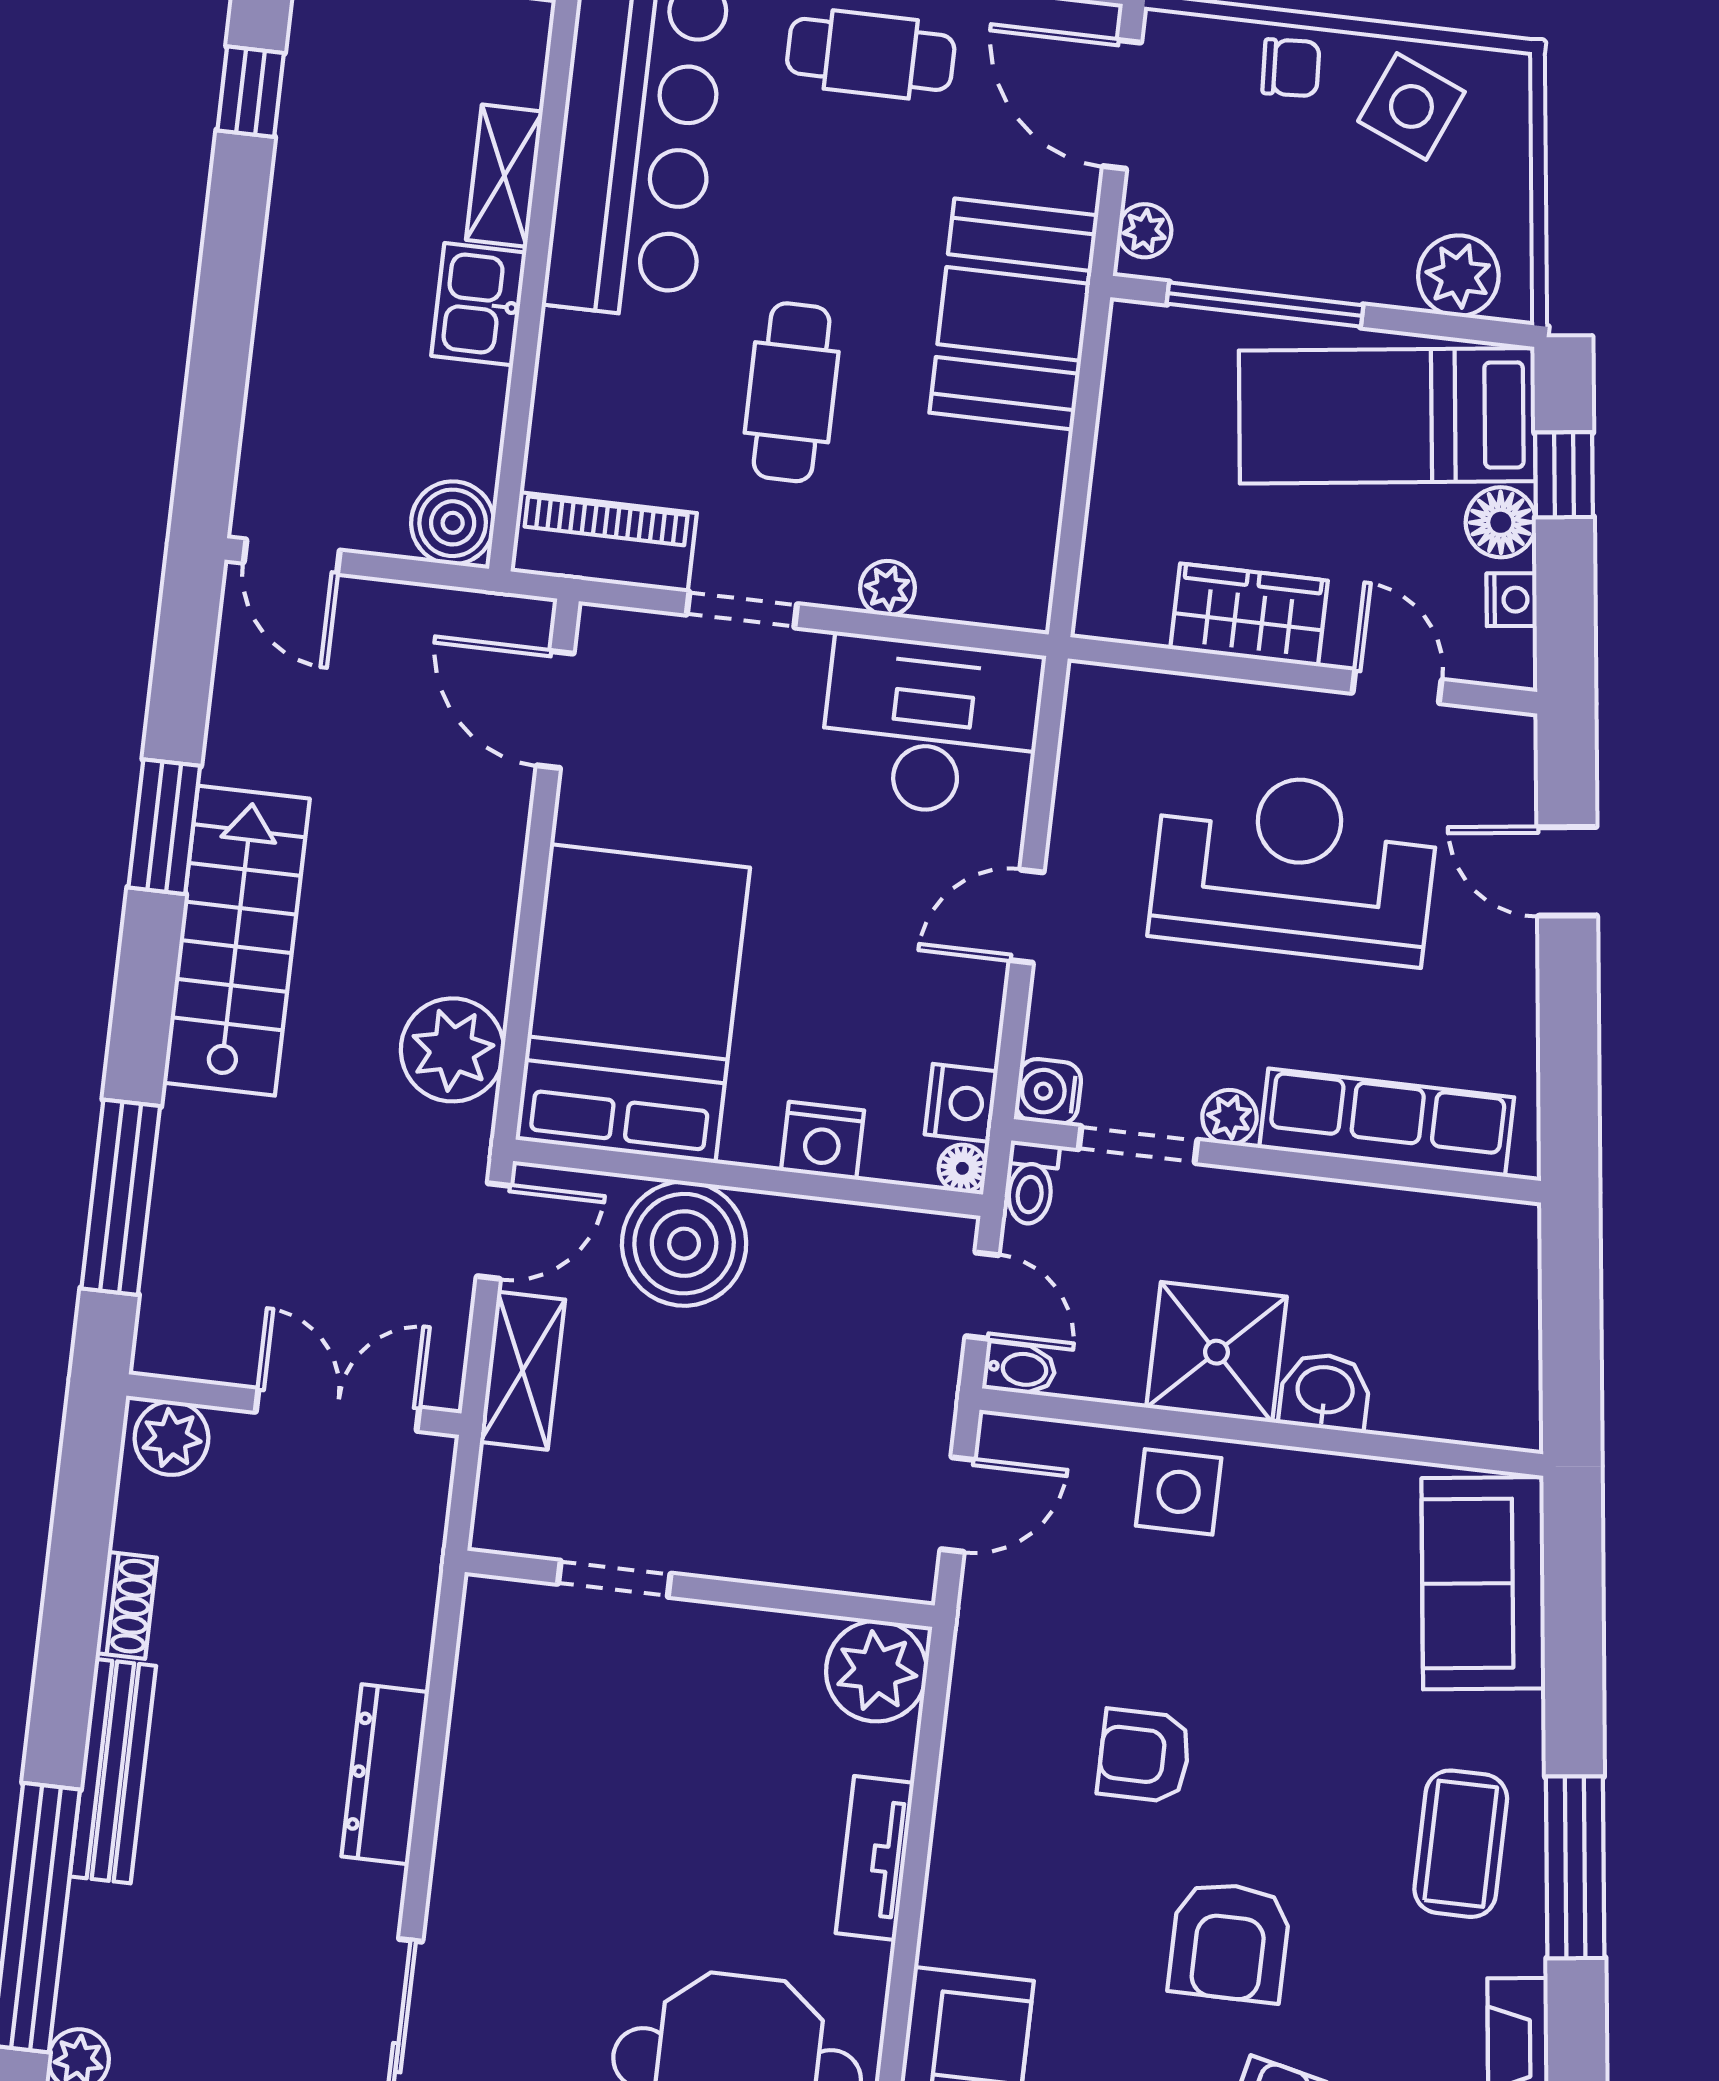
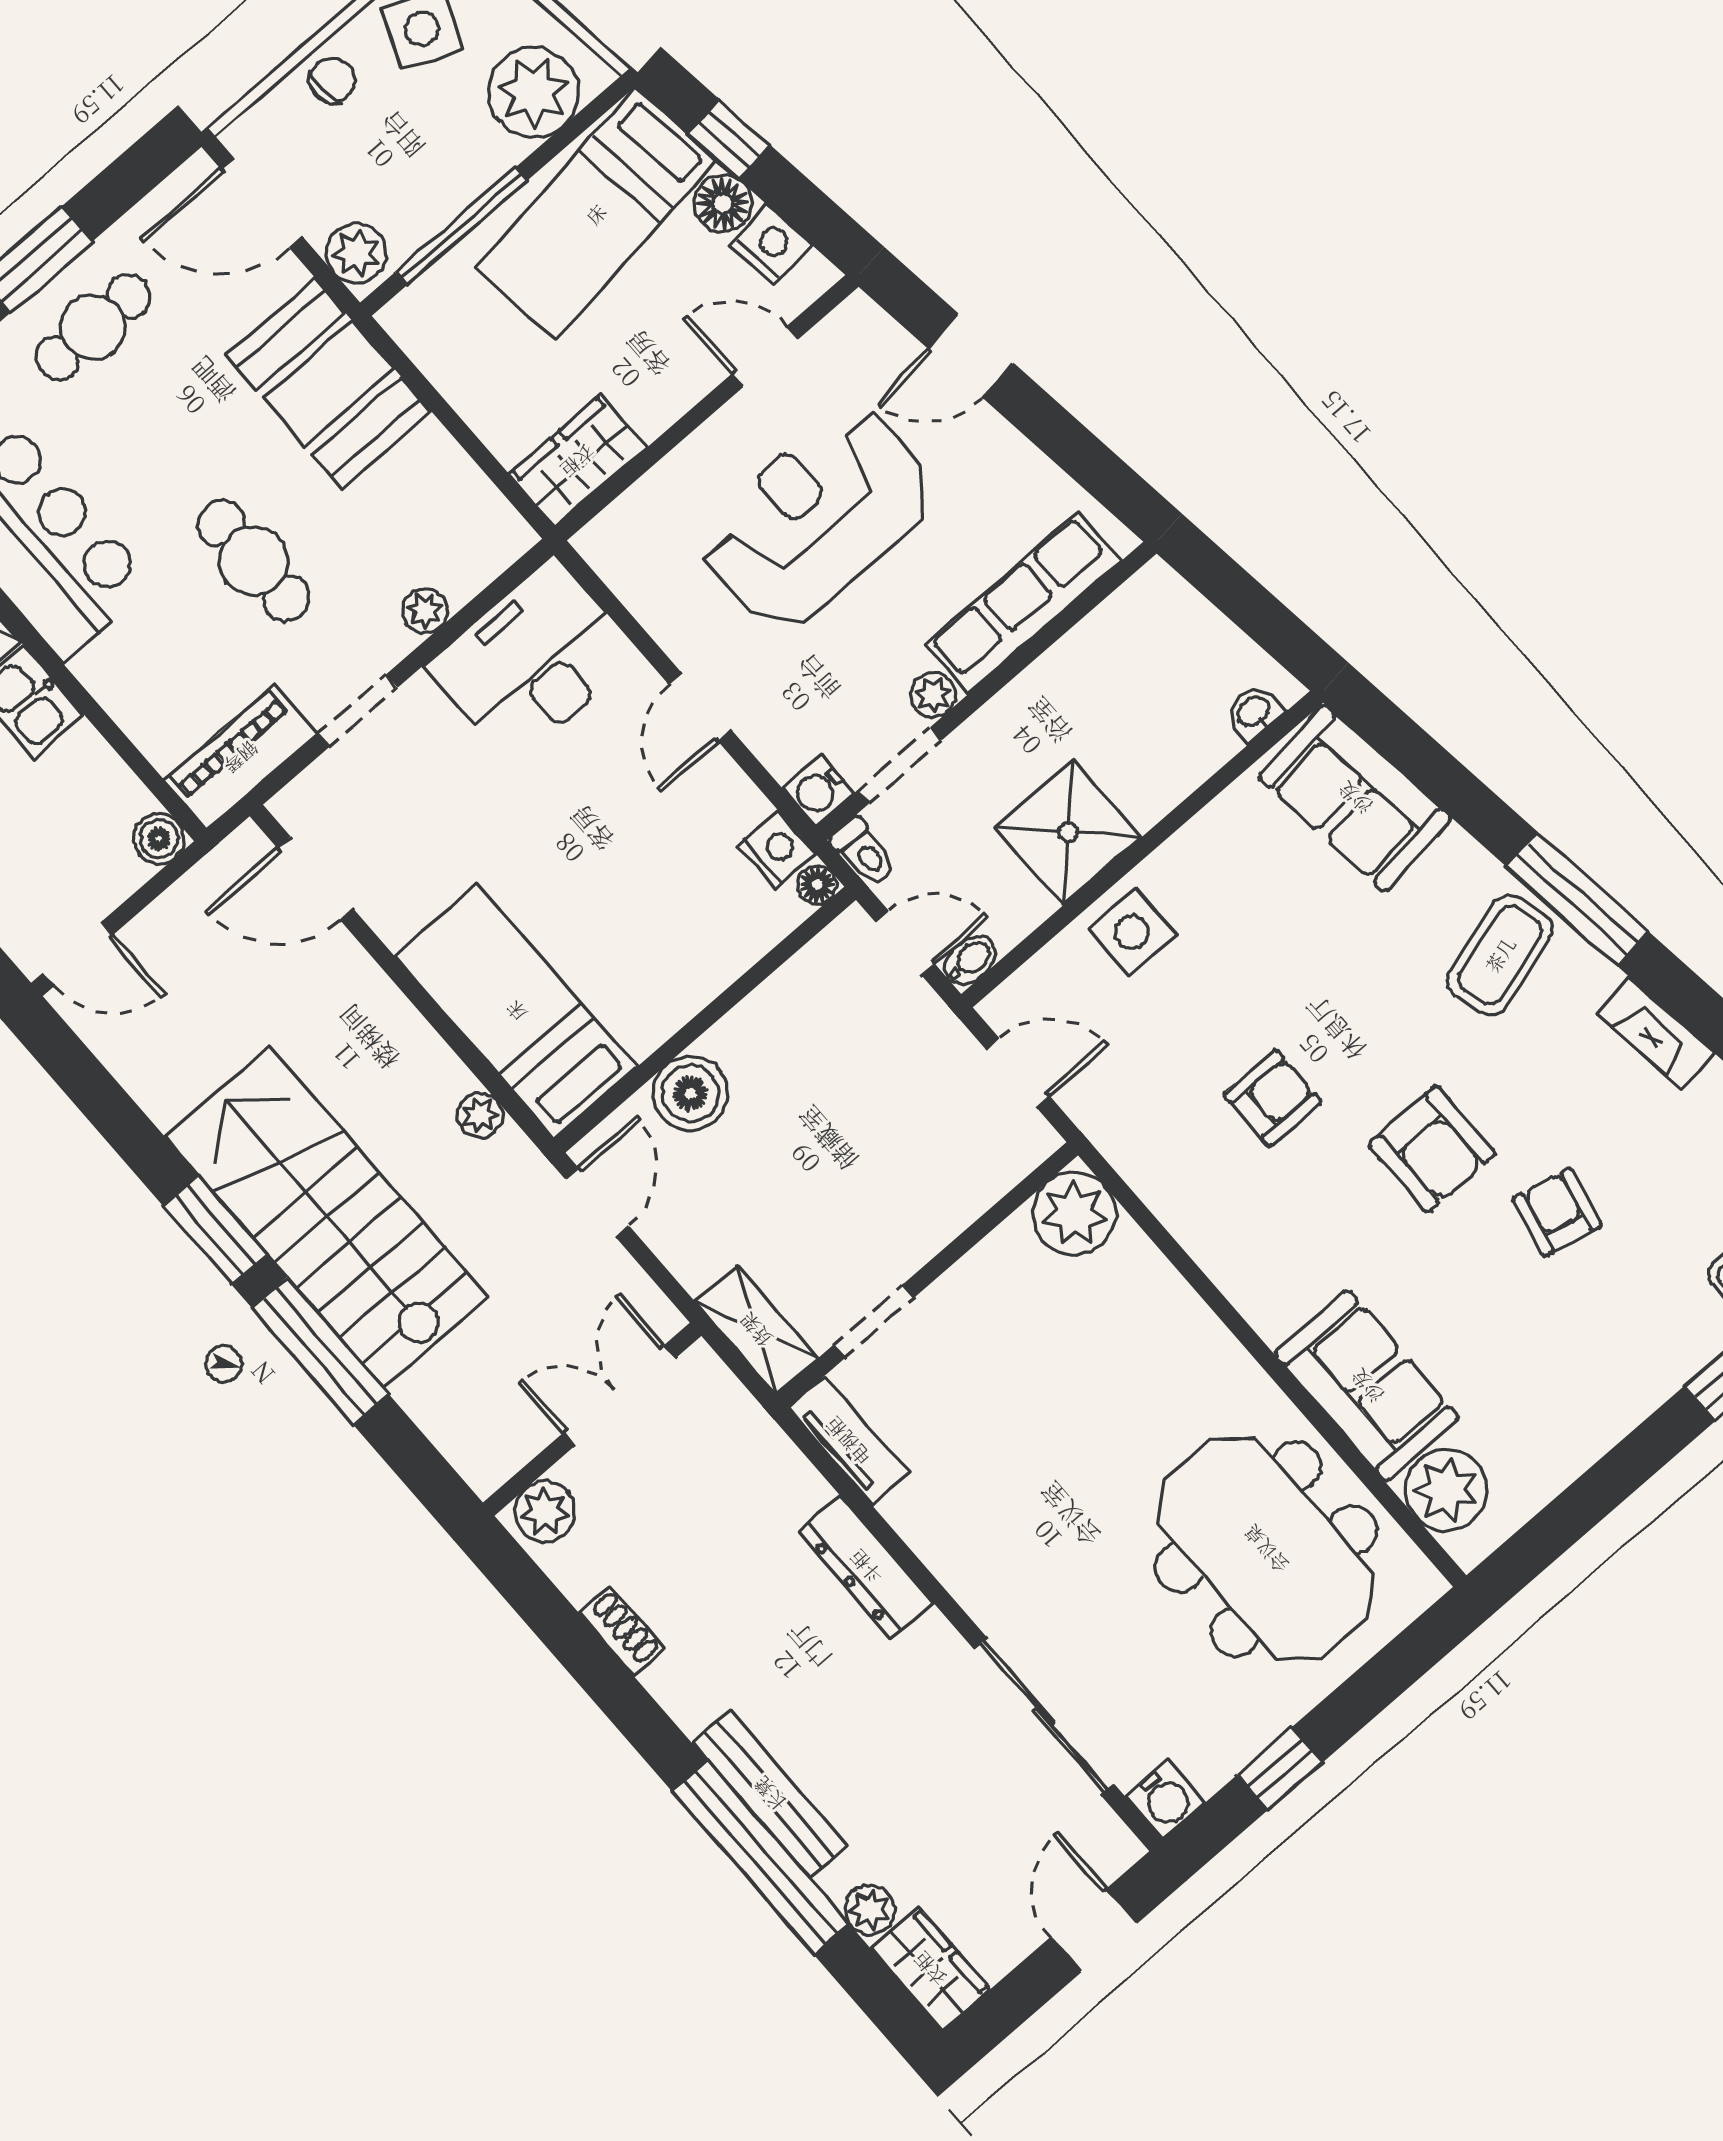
plant: (1145, 231) -> (357, 253), width x1.38, depth x1.38
plant: (1458, 276) -> (533, 92), width x1.36, depth x1.36
boiler: (453, 523) -> (159, 839), width x0.73, depth x0.73
nightstand: (1512, 600) -> (771, 245), width x1.39, depth x1.35
wardrobe: (1249, 615) -> (578, 461), moved
window: (164, 827) -> (215, 1230), moved
stairs: (236, 941) -> (327, 1217), width x1.36, depth x1.51
bed: (633, 1004) -> (516, 1011), width x0.67
plant: (452, 1050) -> (480, 1115), width x0.53, depth x0.53
nightstand: (822, 1141) -> (723, 954), removed
window: (121, 1197) -> (320, 1351), moved
boiler: (684, 1244) -> (690, 1093), width x0.73, depth x0.73
shelving: (523, 1371) -> (756, 1330), moved
washbasin: (1325, 1392) -> (1254, 712), moved, width x0.72, depth x0.69
door: (958, 1504) -> (1018, 1073), hinge flipped
armchair: (1144, 1756) -> (1273, 1098), turned 180
bench: (113, 1771) -> (770, 1794), moved
coffee table: (1461, 1844) -> (1500, 955), turned 74
tv unit: (875, 1858) -> (848, 1441), moved, turned 180

